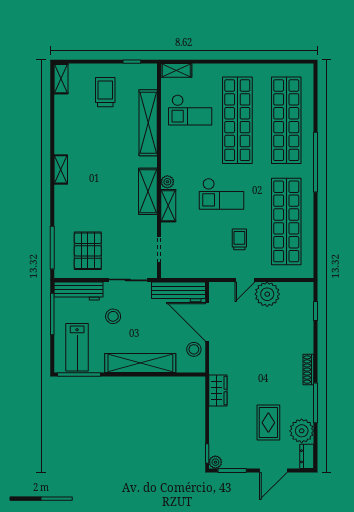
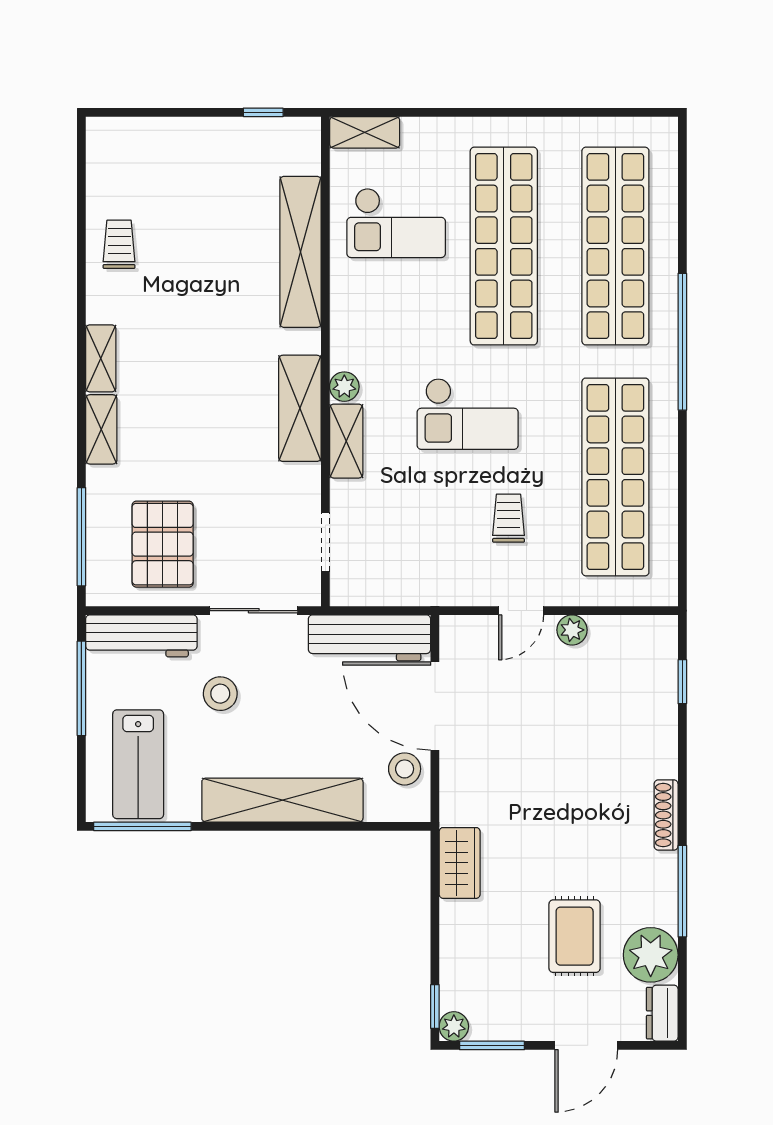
shelving: (61, 79) -> (101, 429), moved
trolley: (105, 92) -> (119, 244), moved, width x0.73, depth x0.72
plant: (267, 294) -> (572, 630), width x0.53, depth x0.53

